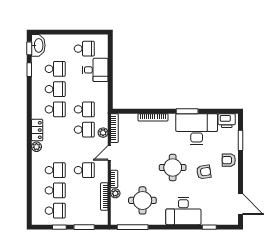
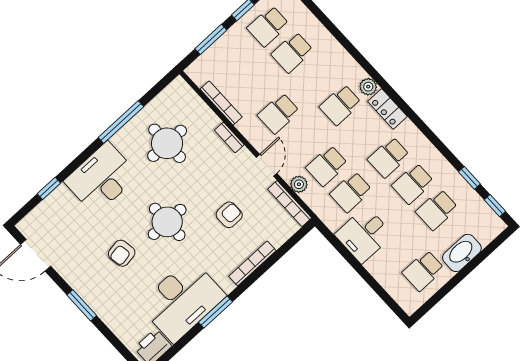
washbasin: (38, 45) -> (462, 253), moved, turned 90
desk: (95, 70) -> (364, 235), moved
window: (240, 140) -> (82, 305), moved
armchair: (229, 160) -> (229, 215), moved
school desk: (55, 170) -> (340, 105), moved
plant: (115, 193) -> (211, 120), removed
window: (133, 227) -> (121, 122), moved

